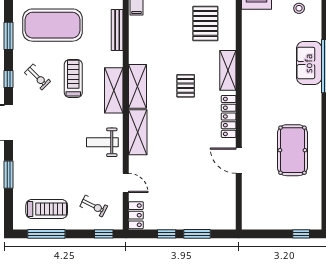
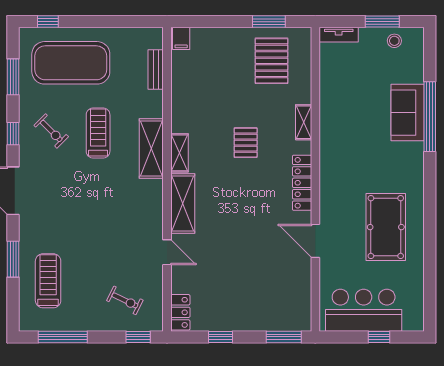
bench: (117, 30) -> (156, 69), width x0.73
shelving: (228, 70) -> (304, 122), width x0.67, depth x0.75
shelving: (137, 86) -> (179, 153), width x0.67, depth x0.75
weight bench: (102, 142) -> (136, 217), removed
door: (126, 183) -> (167, 252), moved
treadmill: (47, 209) -> (48, 281), moved, turned -90
bar counter: (276, 214) -> (364, 310), added
window: (197, 234) -> (284, 337), moved
window: (301, 234) -> (379, 337), moved

